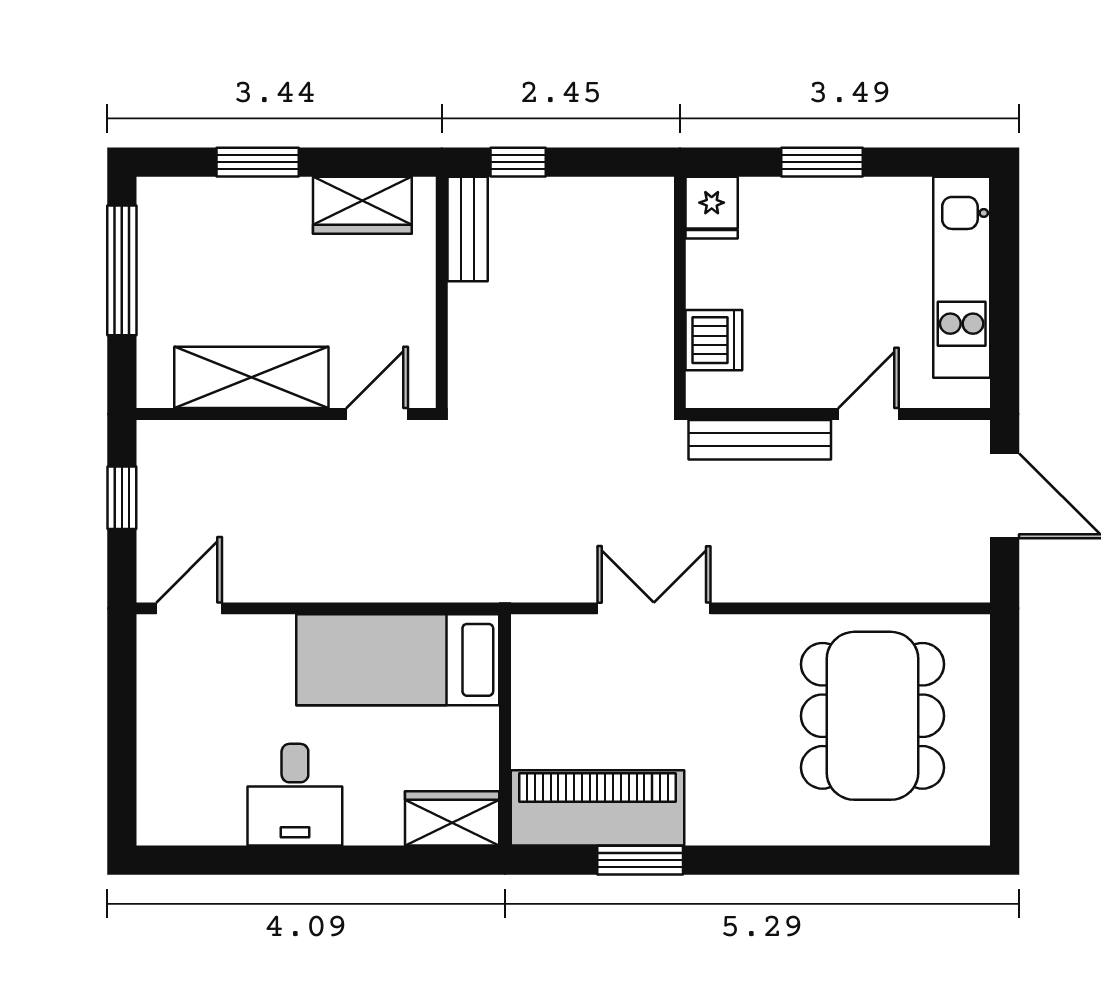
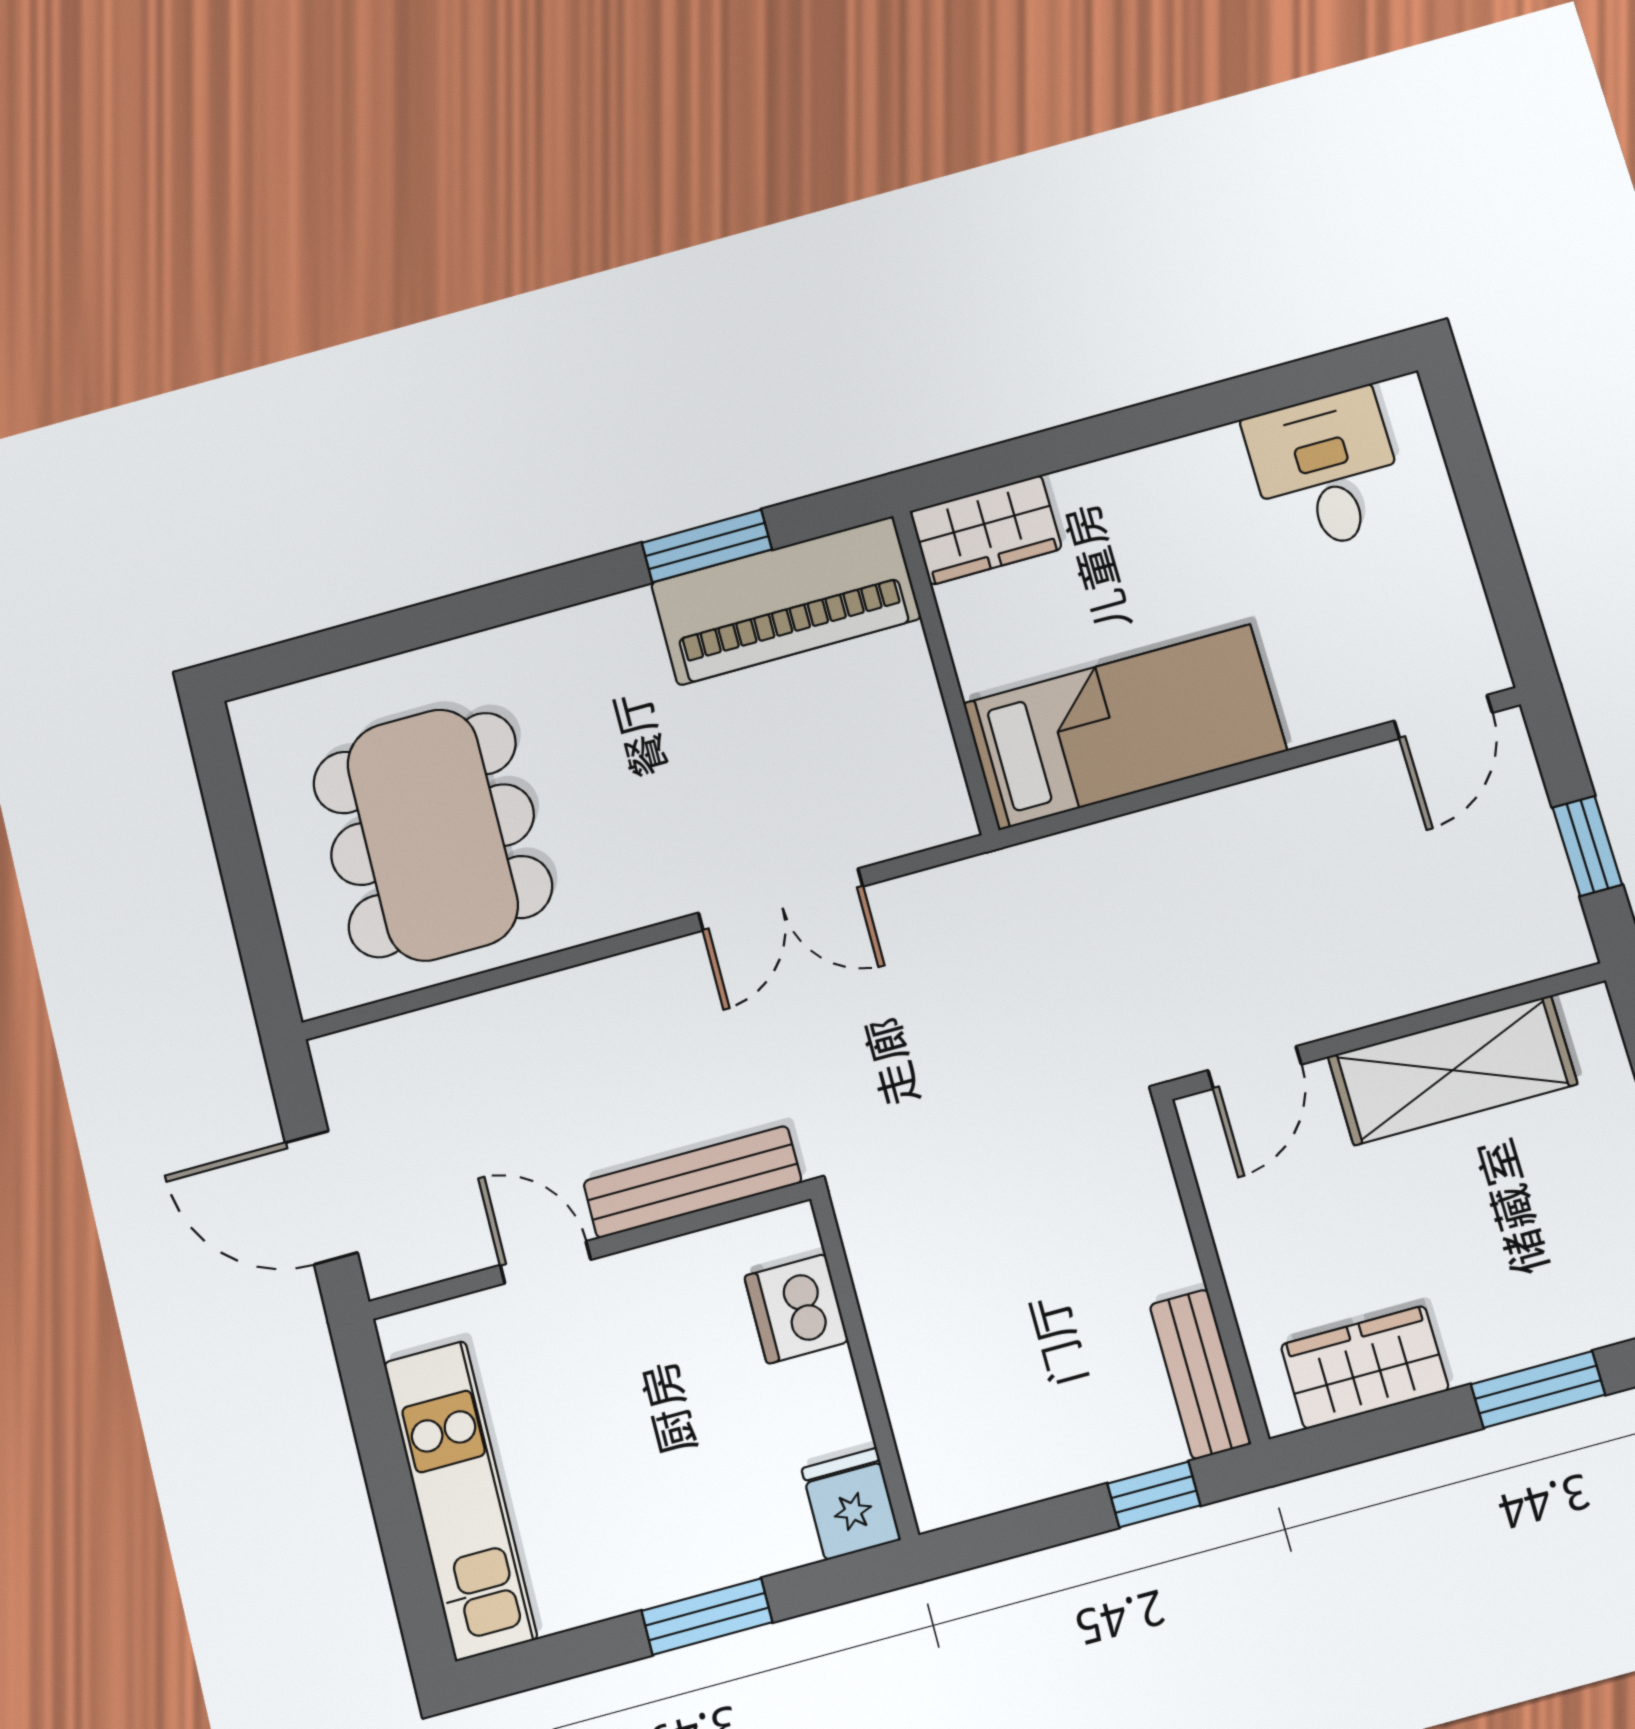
door: (869, 414) -> (545, 1262), swing flipped
desk: (295, 795) -> (1326, 471), moved

